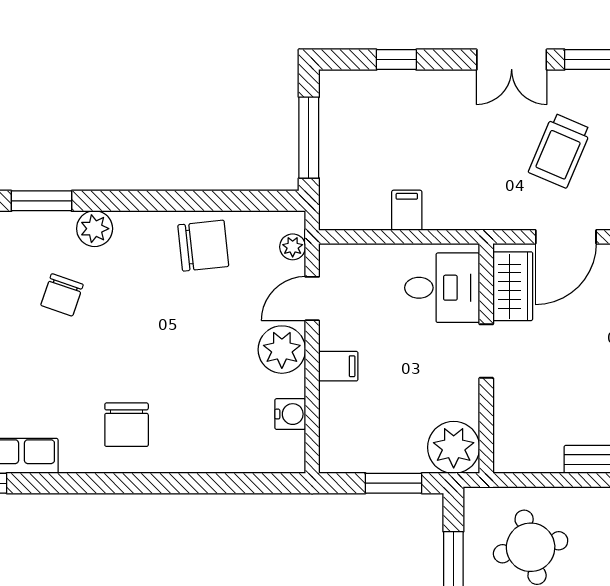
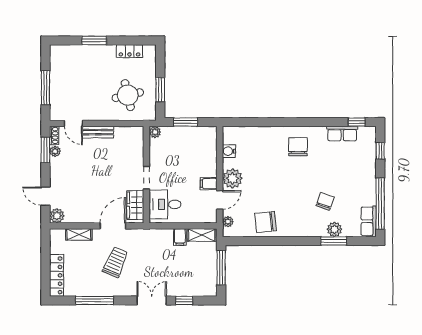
double door: (512, 60) -> (152, 301), moved
shelving: (355, 215) -> (202, 235), added
plant: (95, 229) -> (334, 229), moved
filing cabinet: (338, 366) -> (209, 184), moved
plant: (454, 447) -> (155, 132), width x0.53, depth x0.53

